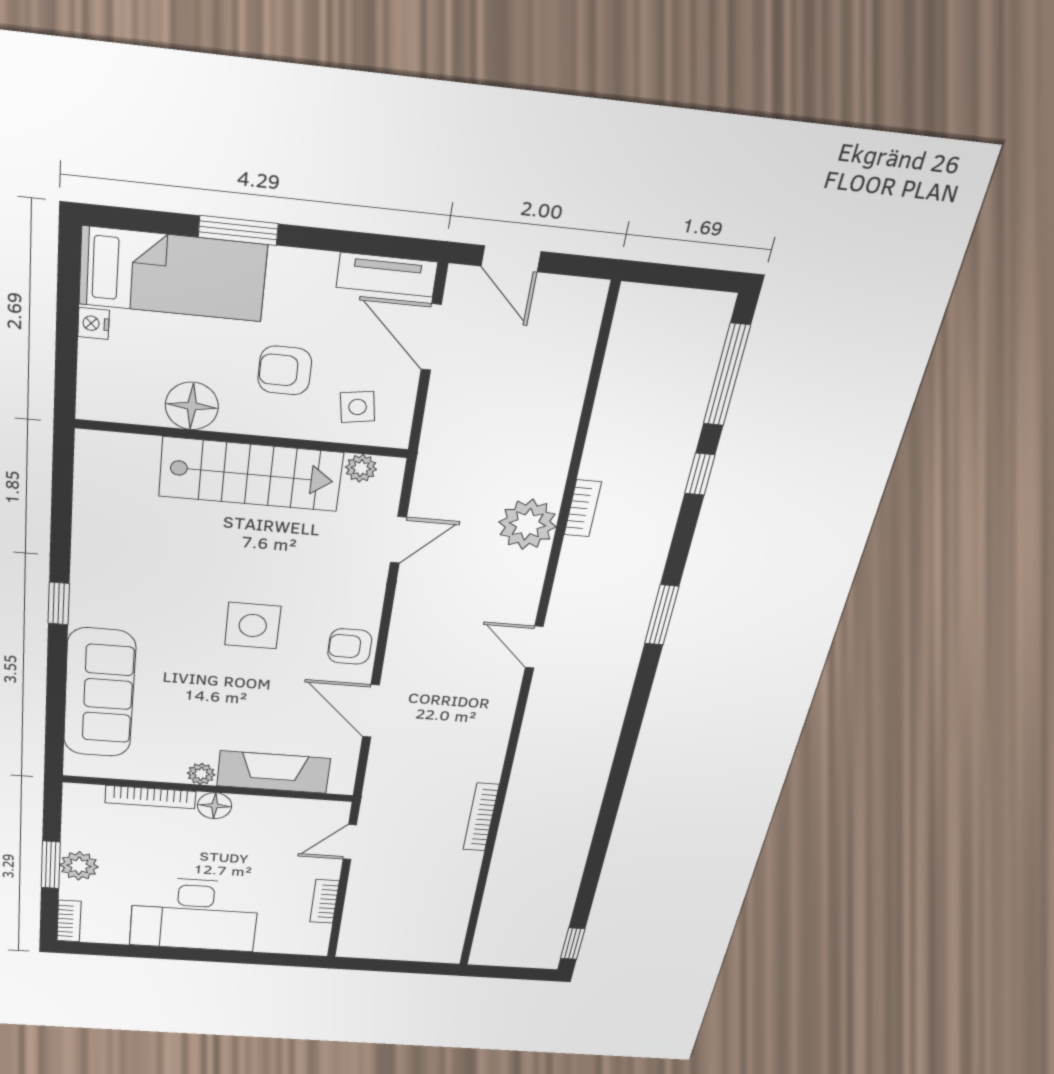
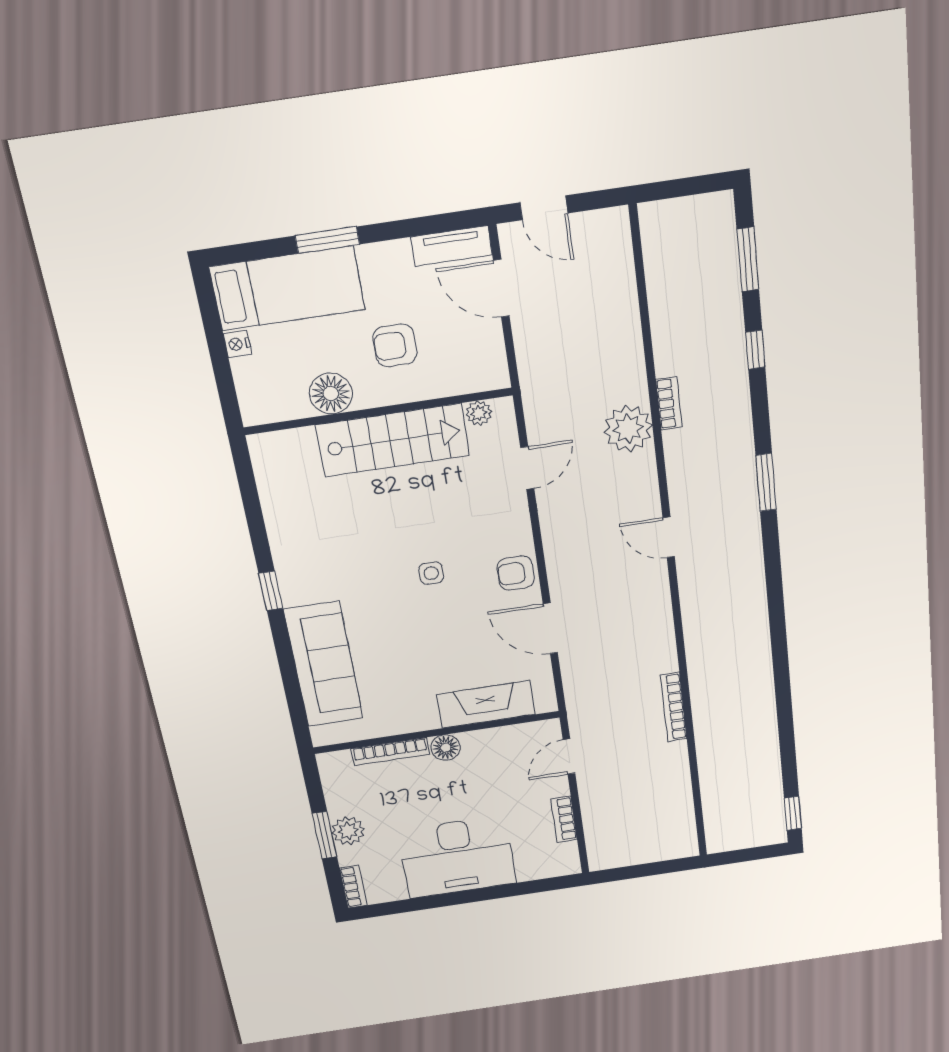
window: (727, 375) -> (748, 259), width x0.69
side table: (358, 407) -> (461, 362), removed
side table: (253, 626) -> (431, 573), width x0.54, depth x0.54
plant: (201, 774) -> (426, 720), removed

